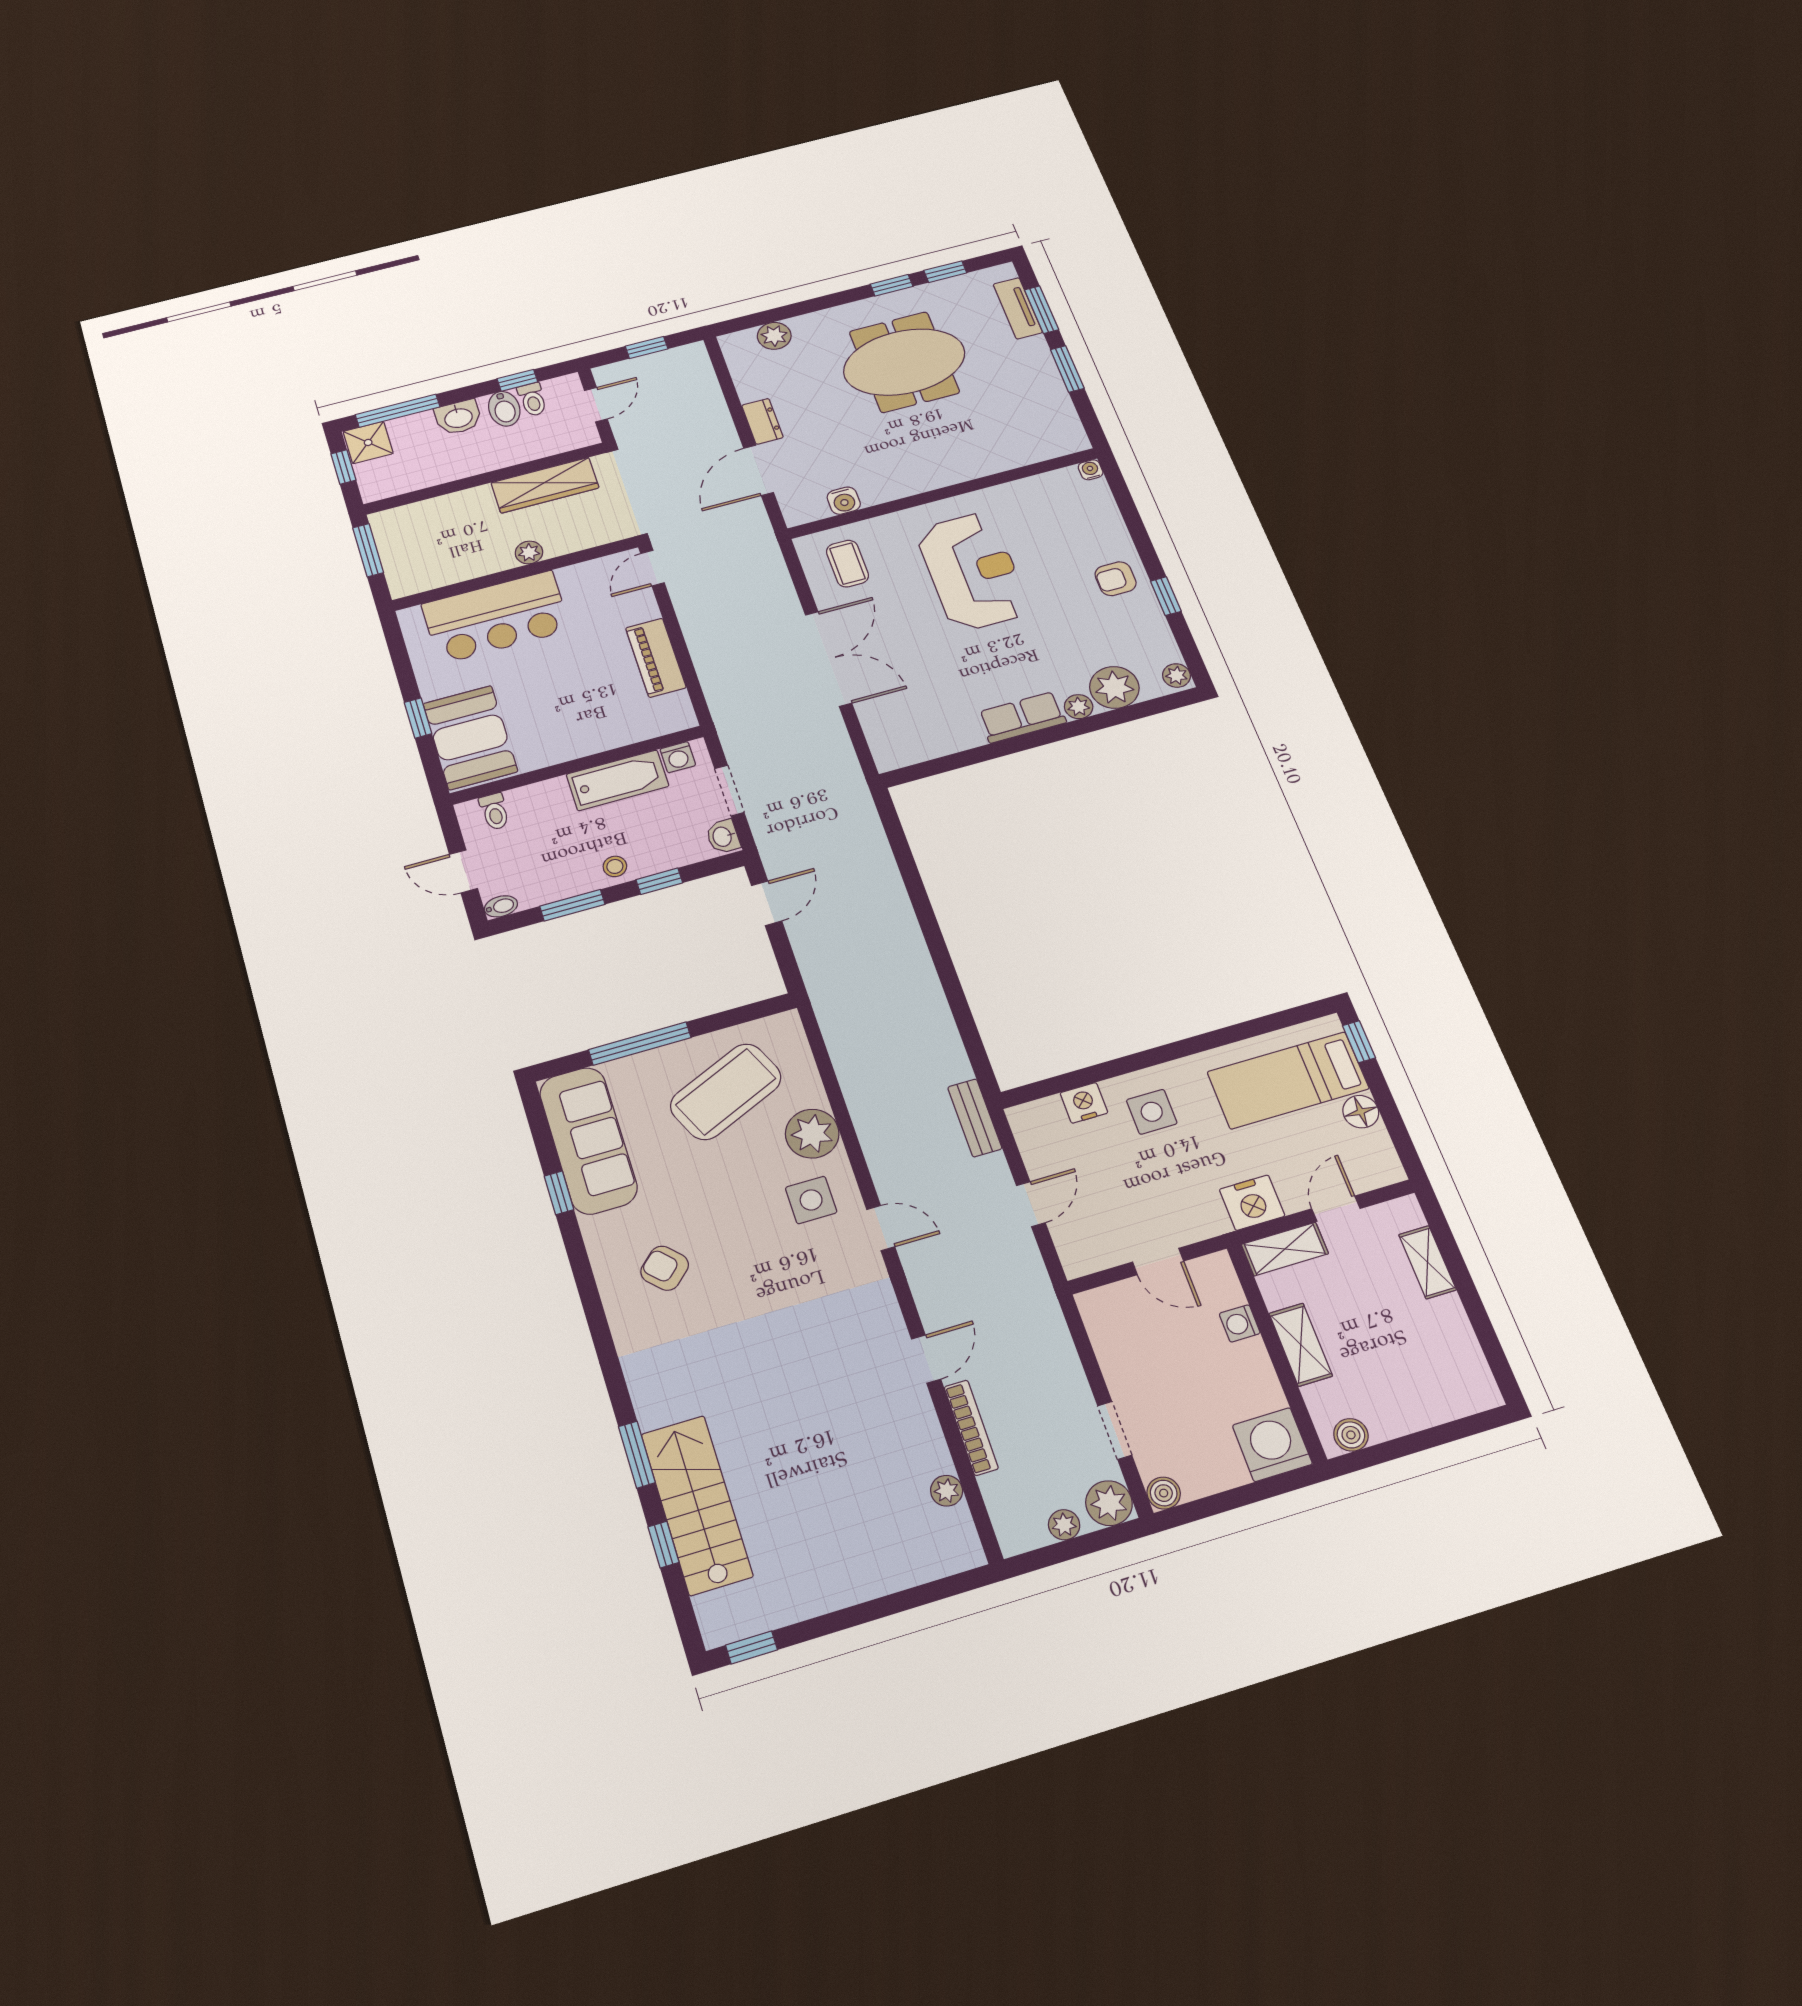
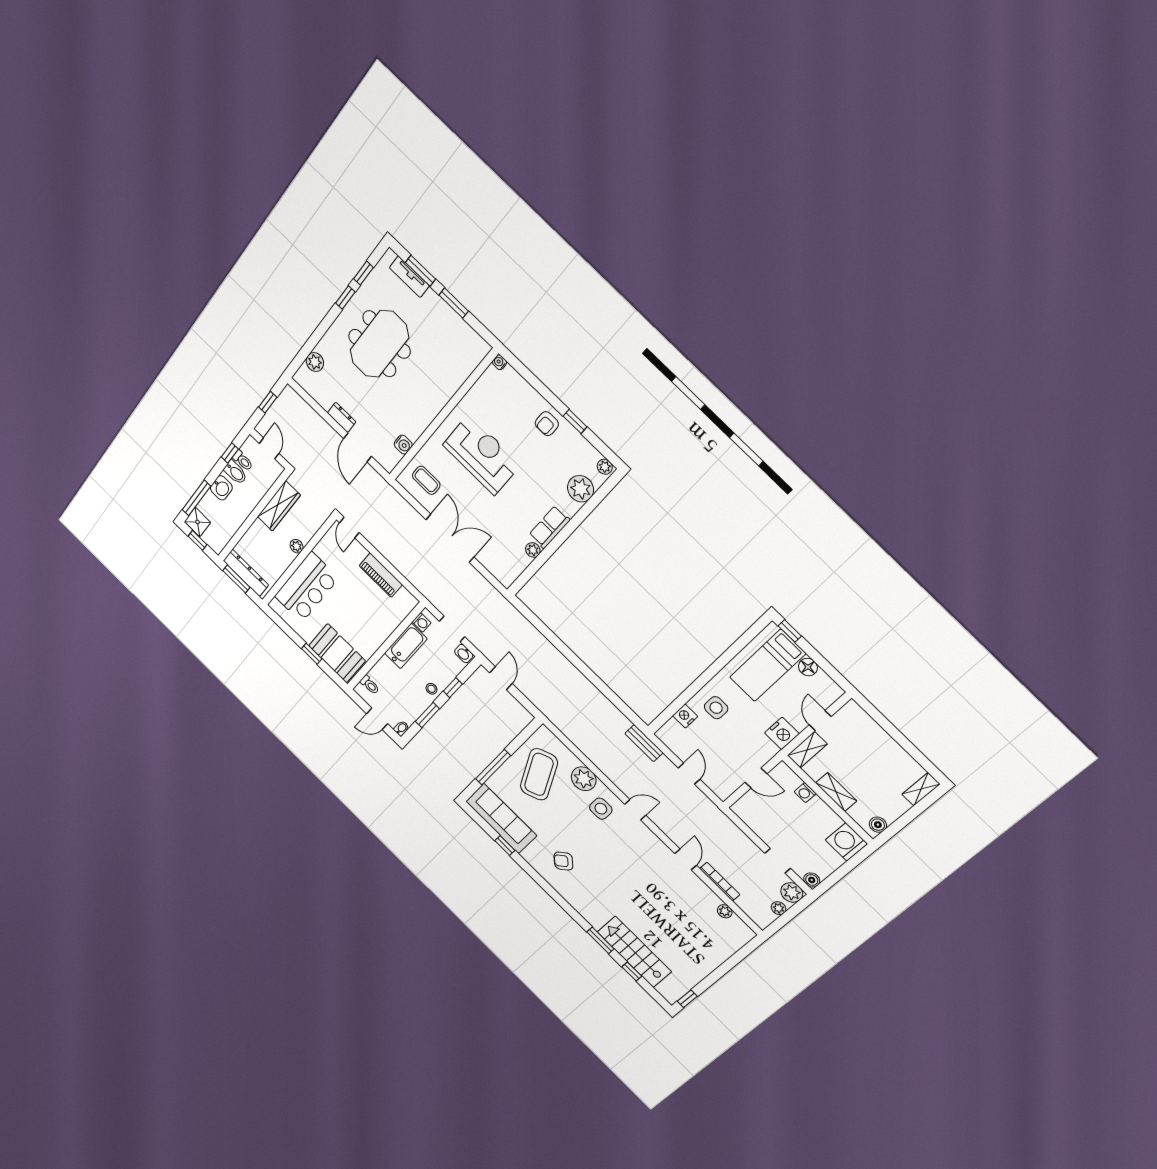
dresser: (395, 549) -> (246, 573), added
plant: (1079, 707) -> (533, 550), moved
shelving: (1427, 1262) -> (921, 789), moved, turned 90

